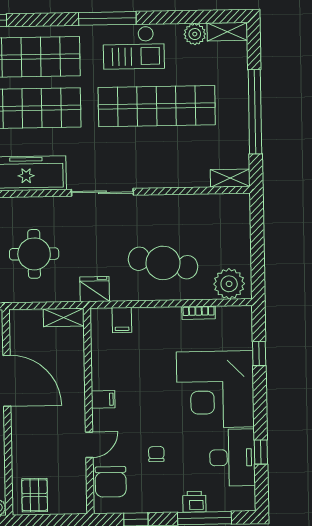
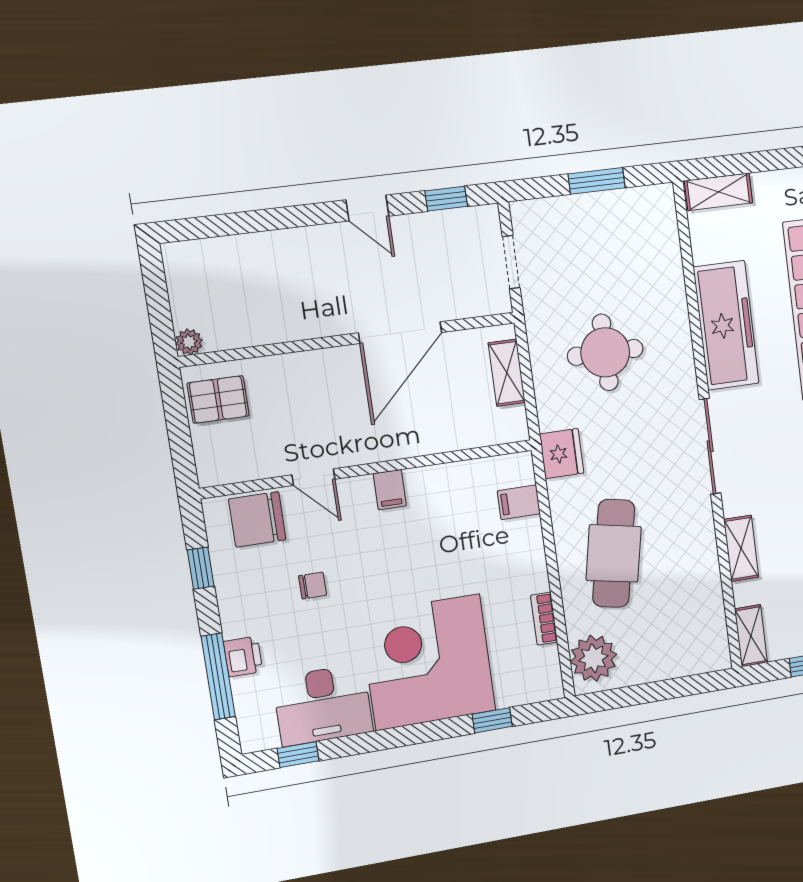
shelving: (172, 179) -> (741, 548), added
shelving: (64, 317) -> (507, 373), moved
window: (261, 452) -> (298, 755), moved

